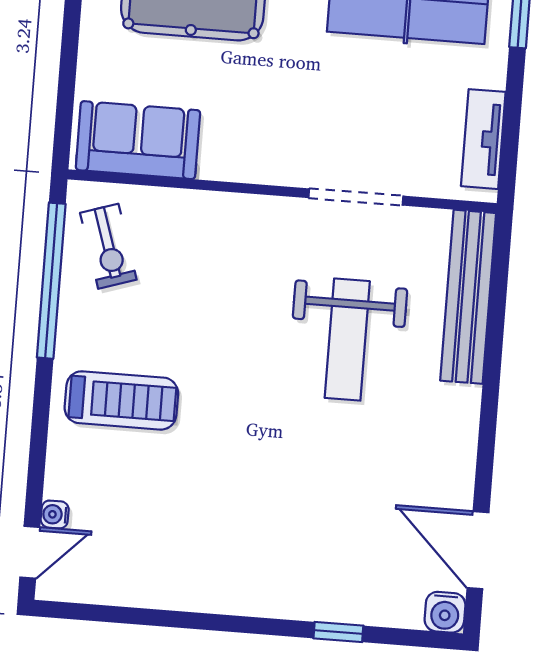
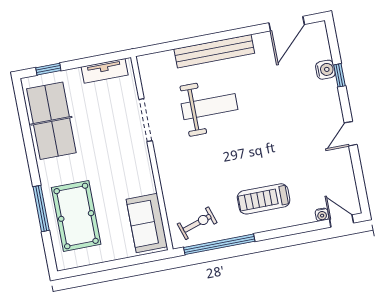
bench: (468, 297) -> (214, 51), moved
treadmill: (121, 400) -> (264, 199), turned -90
water cooler: (445, 612) -> (325, 70), moved
door: (209, 622) -> (351, 134), added

